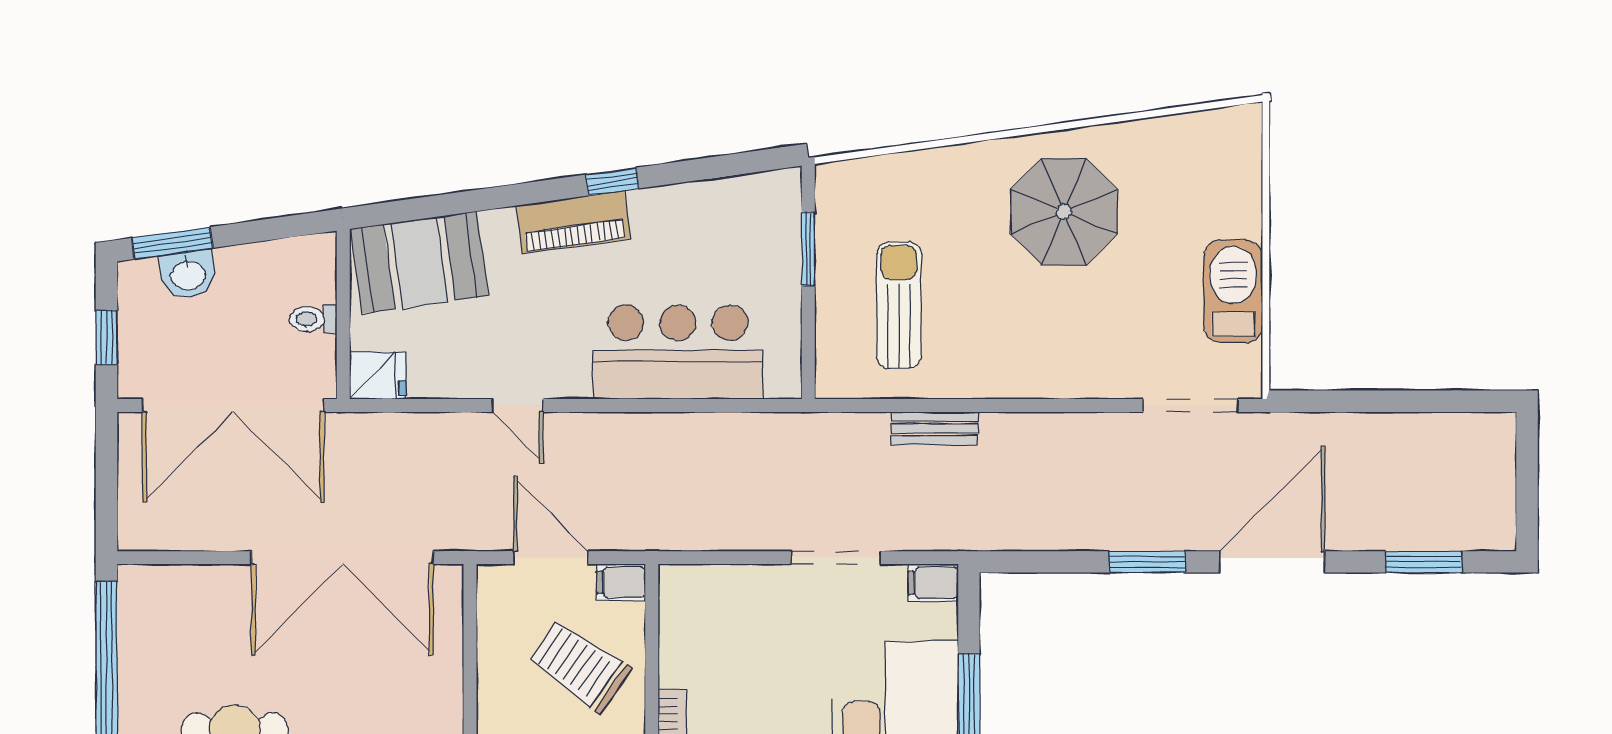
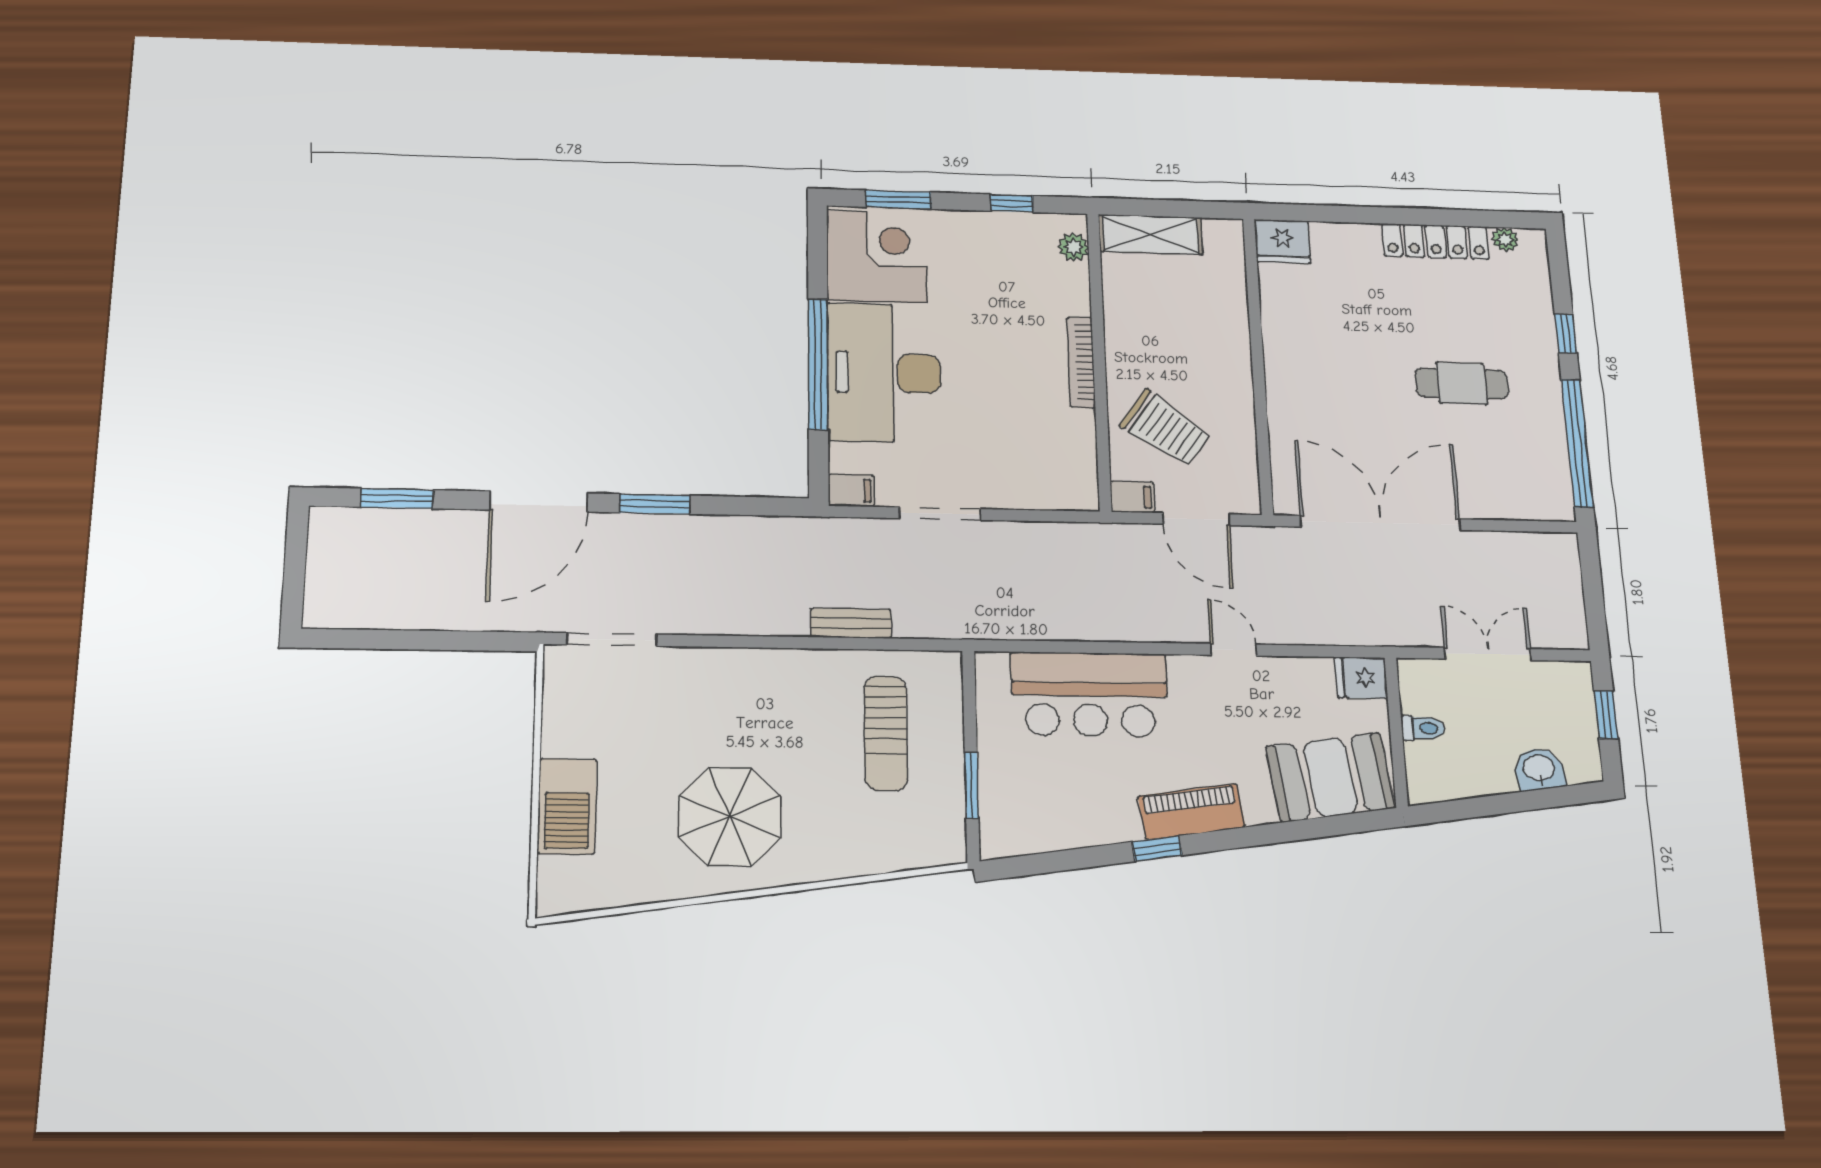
window: (172, 243) -> (1556, 797), removed
barbecue: (1233, 291) -> (567, 806), moved
double door: (233, 405) -> (1488, 654), width x0.54

